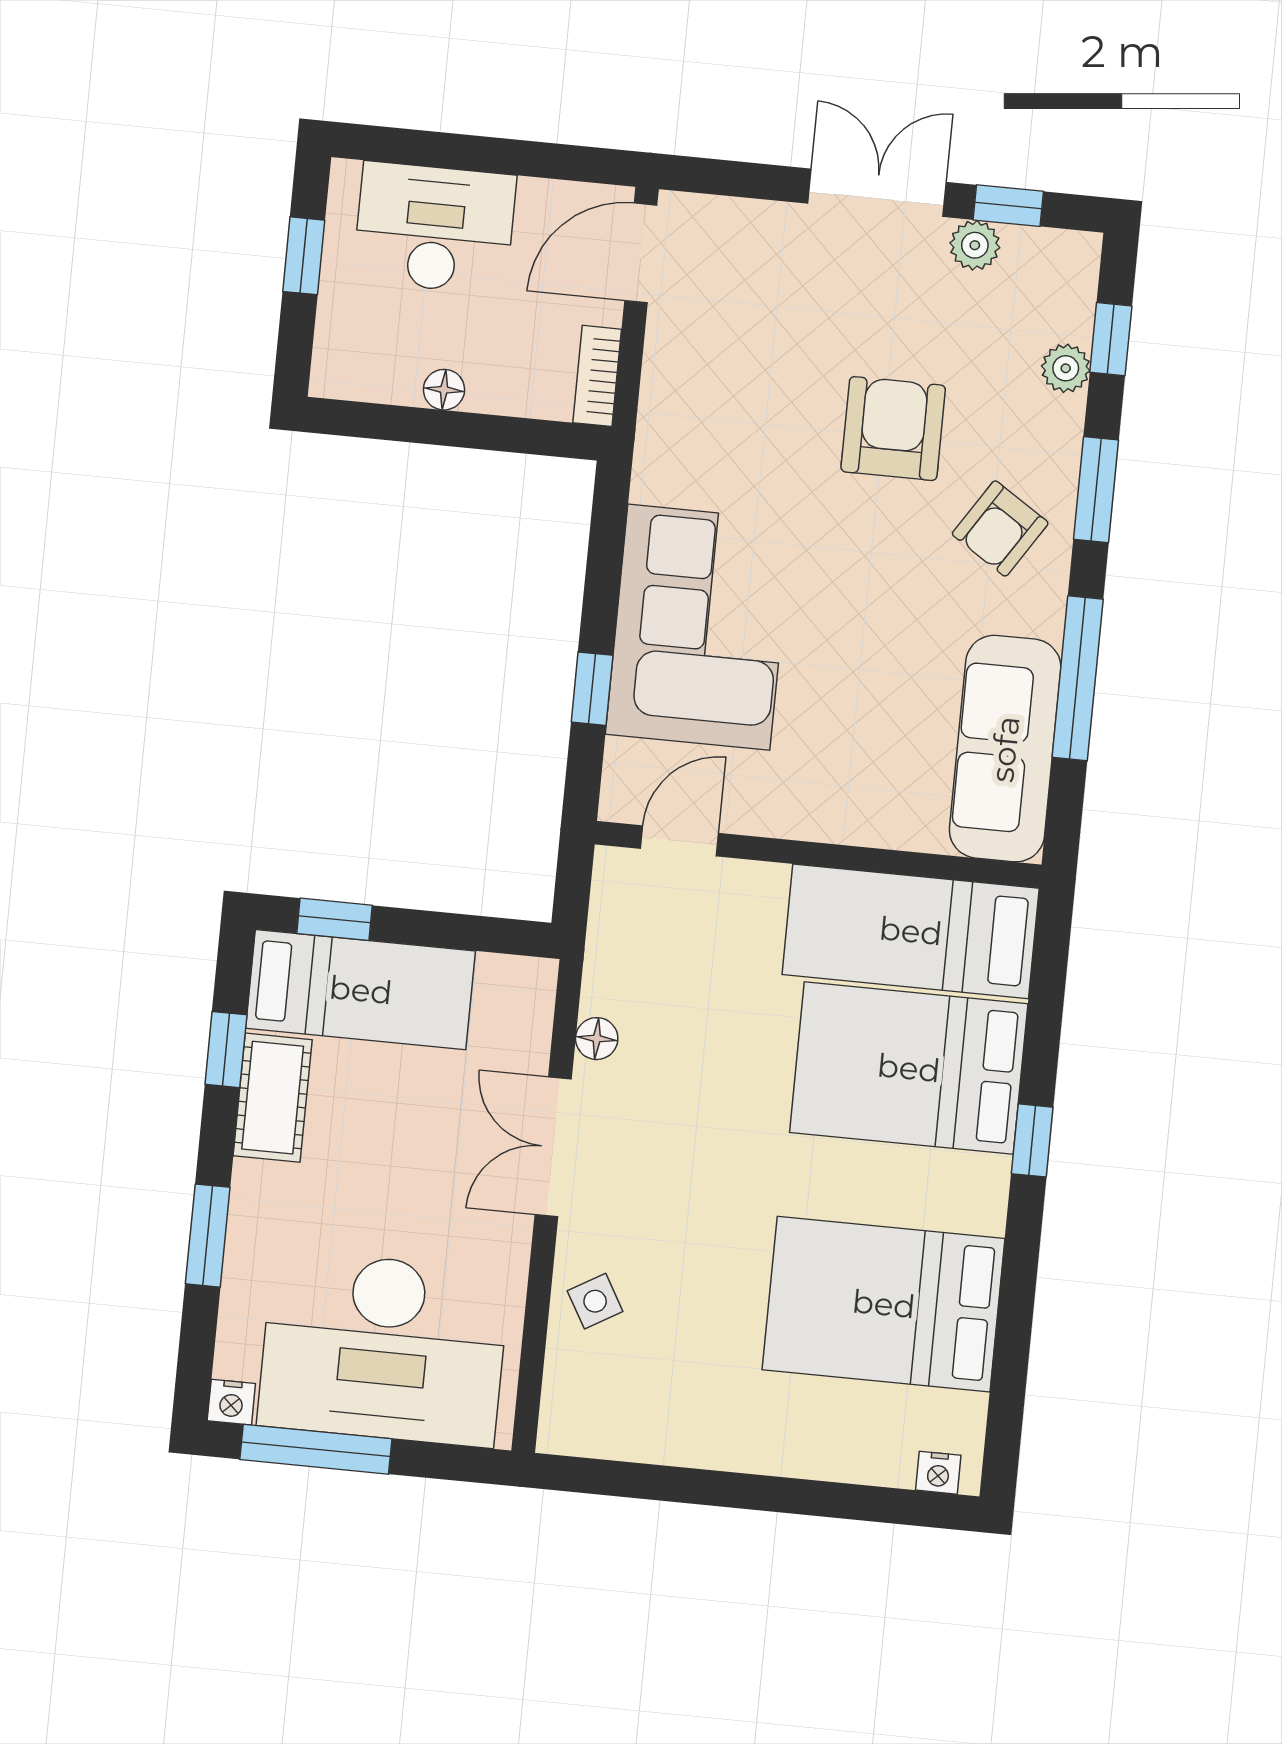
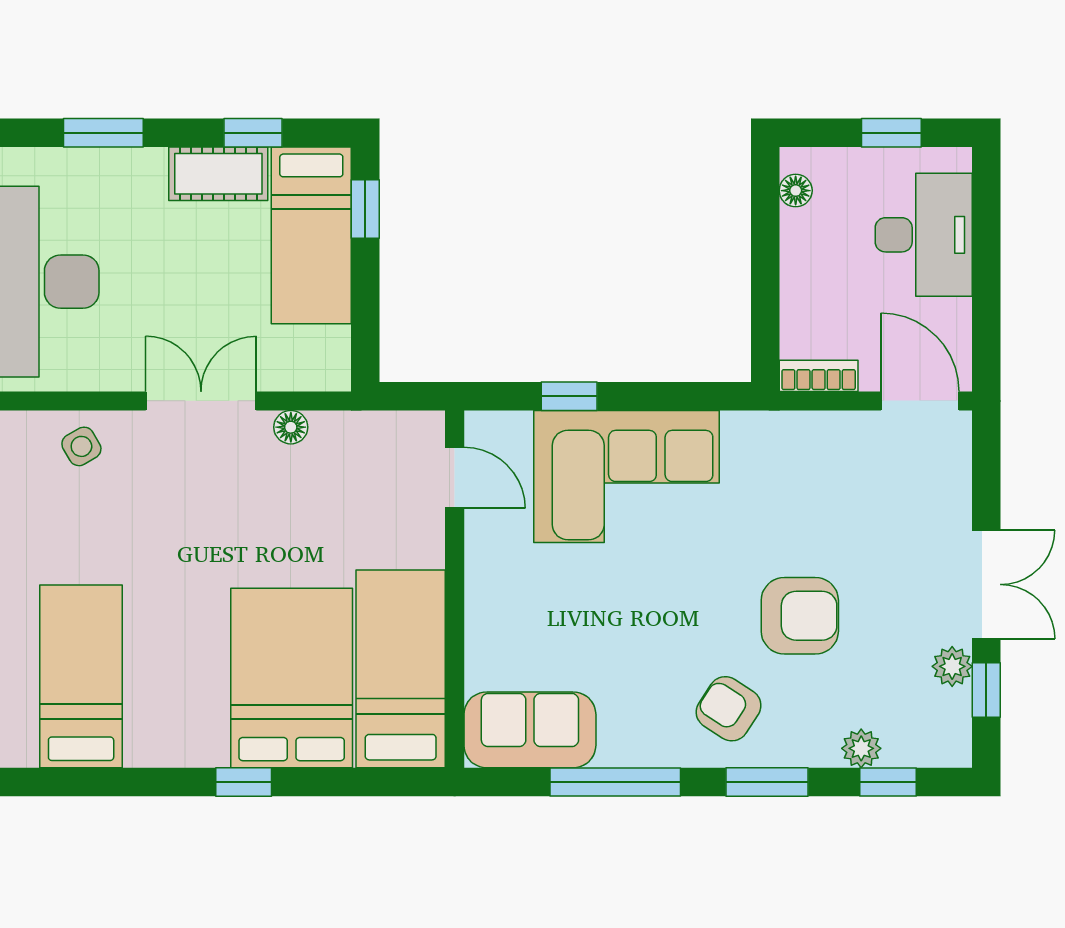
floor lamp: (444, 390) -> (796, 191), moved
sofa: (1005, 749) -> (530, 730), width x0.73
bed: (884, 1304) -> (81, 676), width x0.67

